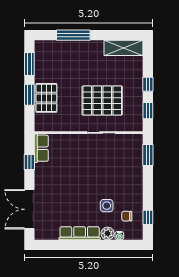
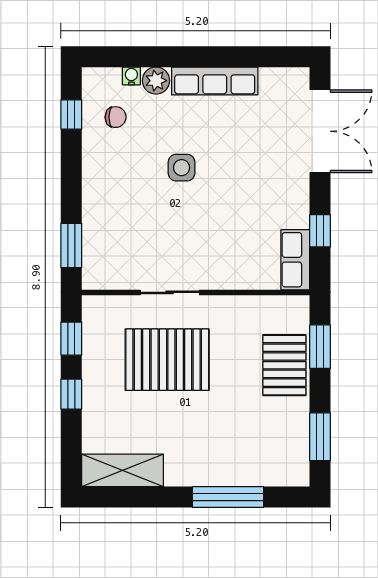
window: (29, 95) -> (320, 347), moved
side table: (107, 206) -> (182, 168), moved

